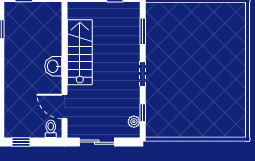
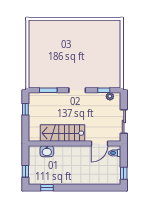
washbasin: (53, 66) -> (47, 151), moved

